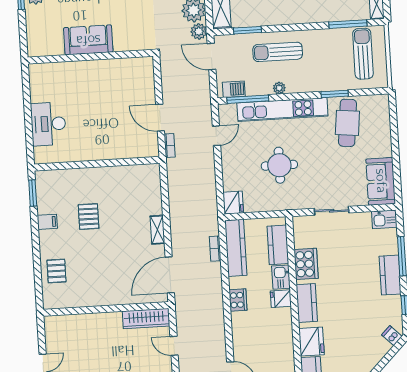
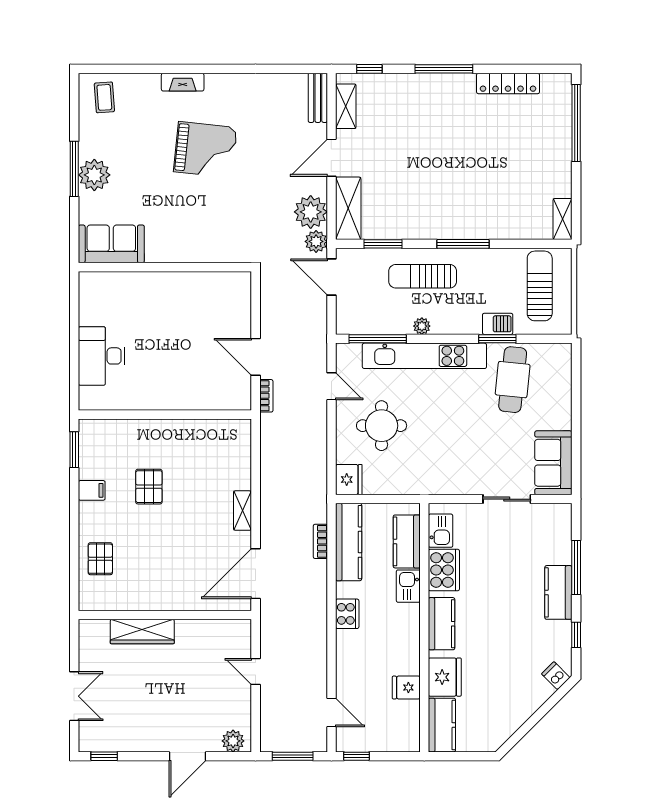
window: (348, 24) -> (463, 244), moved
sofa: (88, 40) -> (111, 244), moved
barbecue: (234, 89) -> (498, 324), moved
door: (216, 136) -> (331, 386), hinge flipped
round table: (279, 165) -> (382, 426), moved
sliding door: (332, 211) -> (507, 499), moved
kitchen sink: (384, 219) -> (441, 531), moved, turned -90
fridge: (281, 299) -> (406, 688), moved
wardrobe: (146, 319) -> (142, 632), moved

